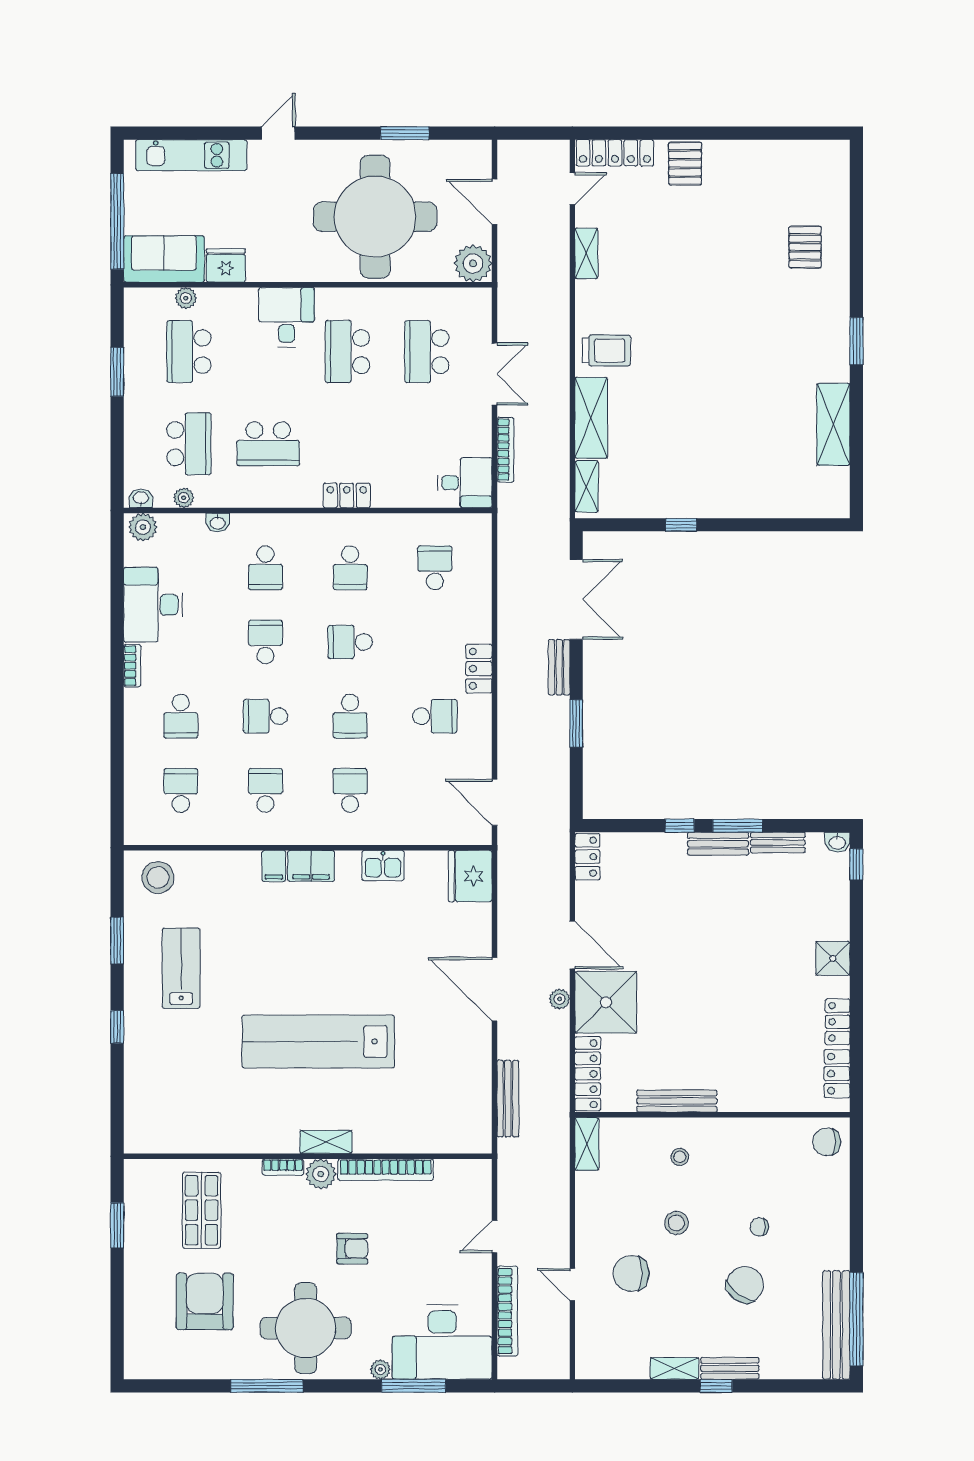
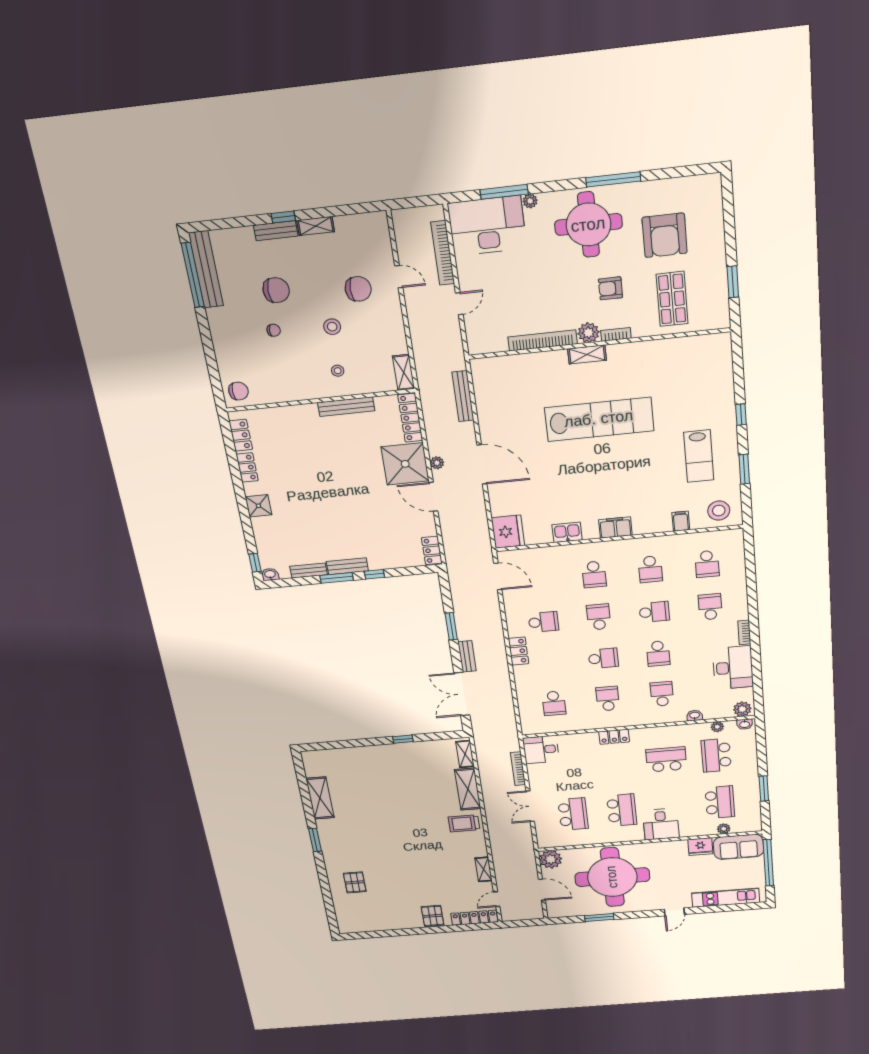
school desk: (435, 716) -> (543, 622), turned 180
filing cabinet: (274, 866) -> (681, 521), moved
armchair: (352, 1249) -> (610, 288), moved
chair: (745, 1285) -> (276, 290), turned -126

